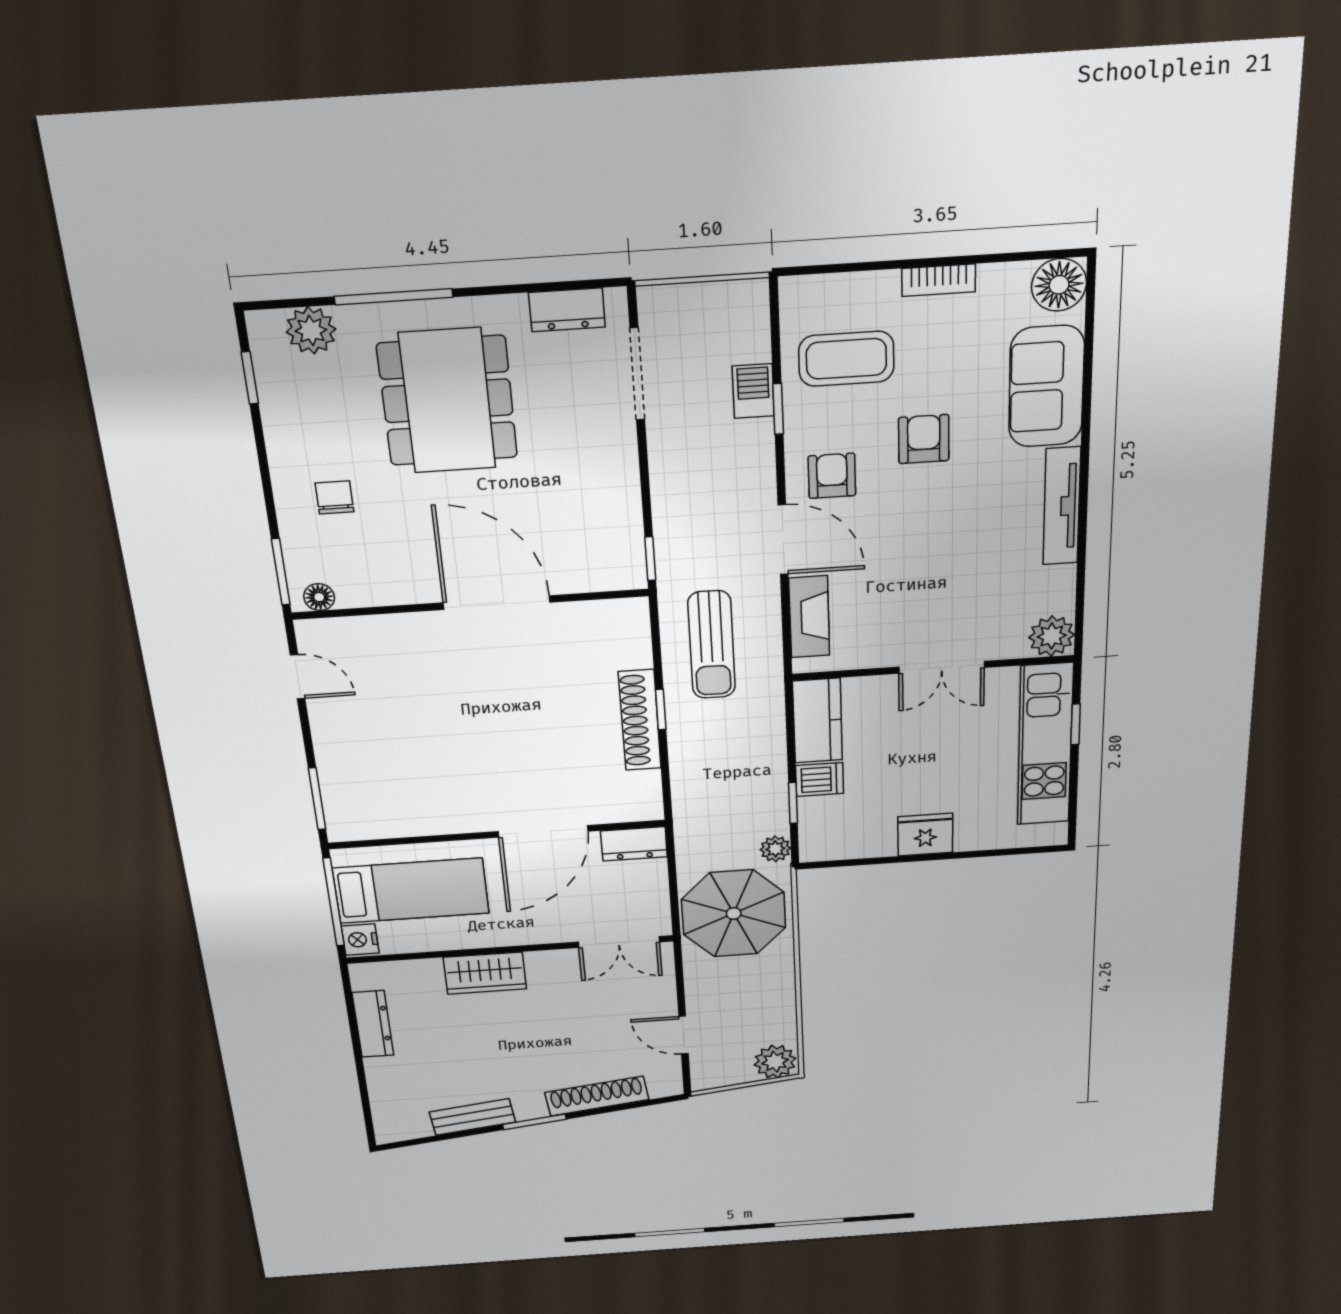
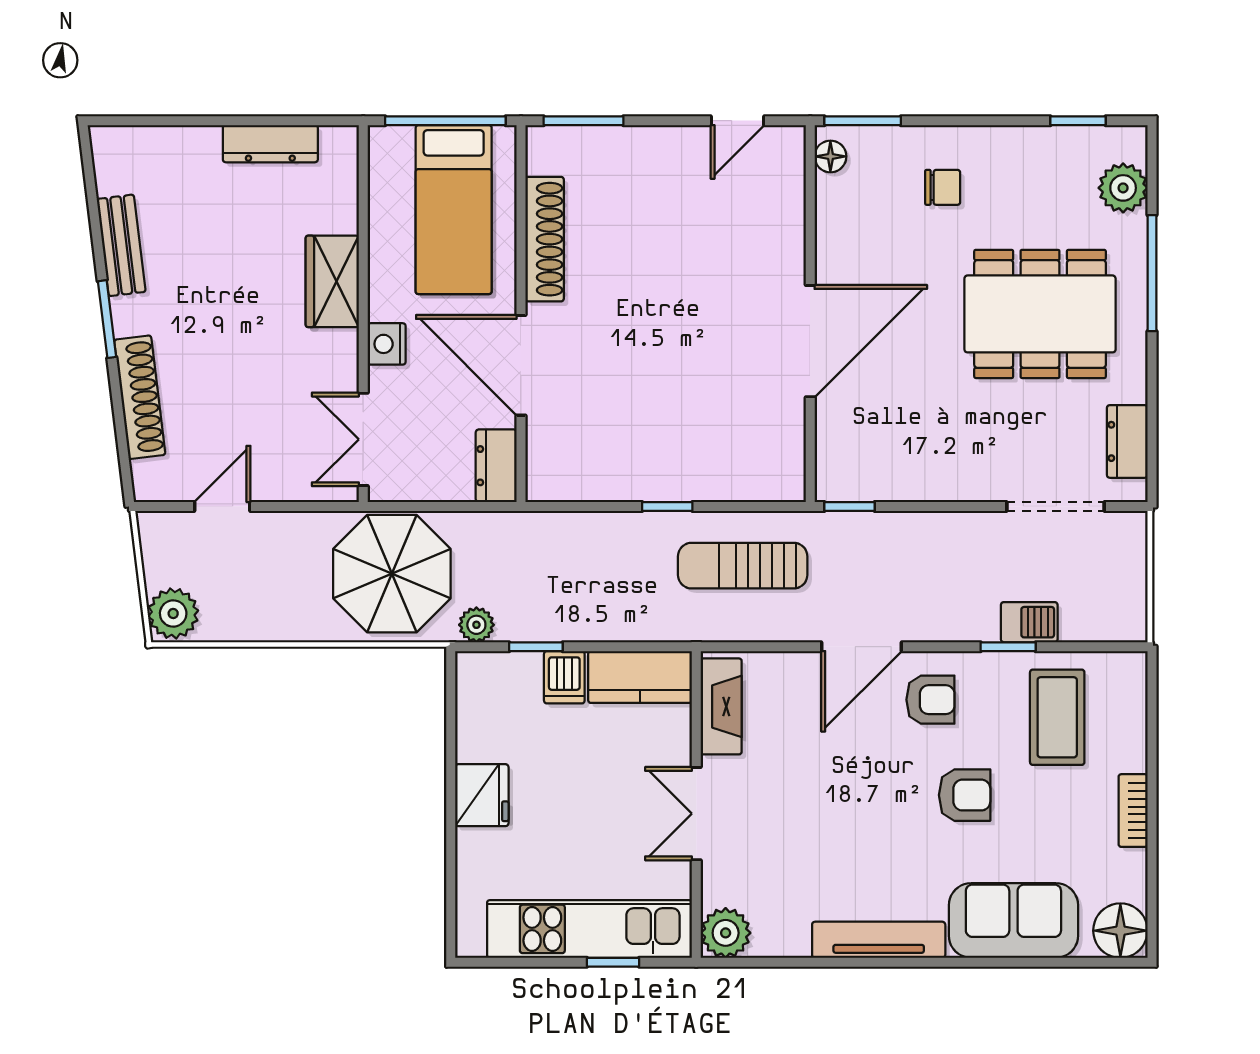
fireplace: (809, 617) -> (721, 706), moved, turned -90
shoe rack: (640, 720) -> (545, 239), moved, turned 90
nightstand: (360, 940) -> (387, 344), moved, turned -90

